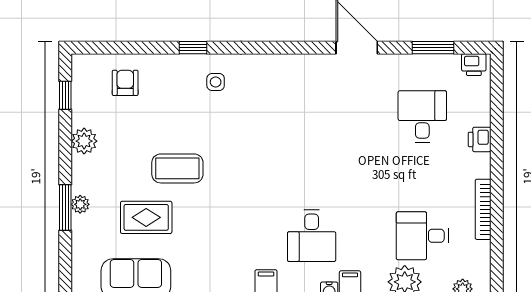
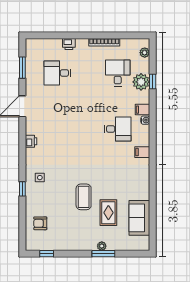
printer: (474, 65) -> (31, 141), moved
plant: (84, 141) -> (70, 244), removed
desk: (422, 236) -> (118, 73), turned 180

